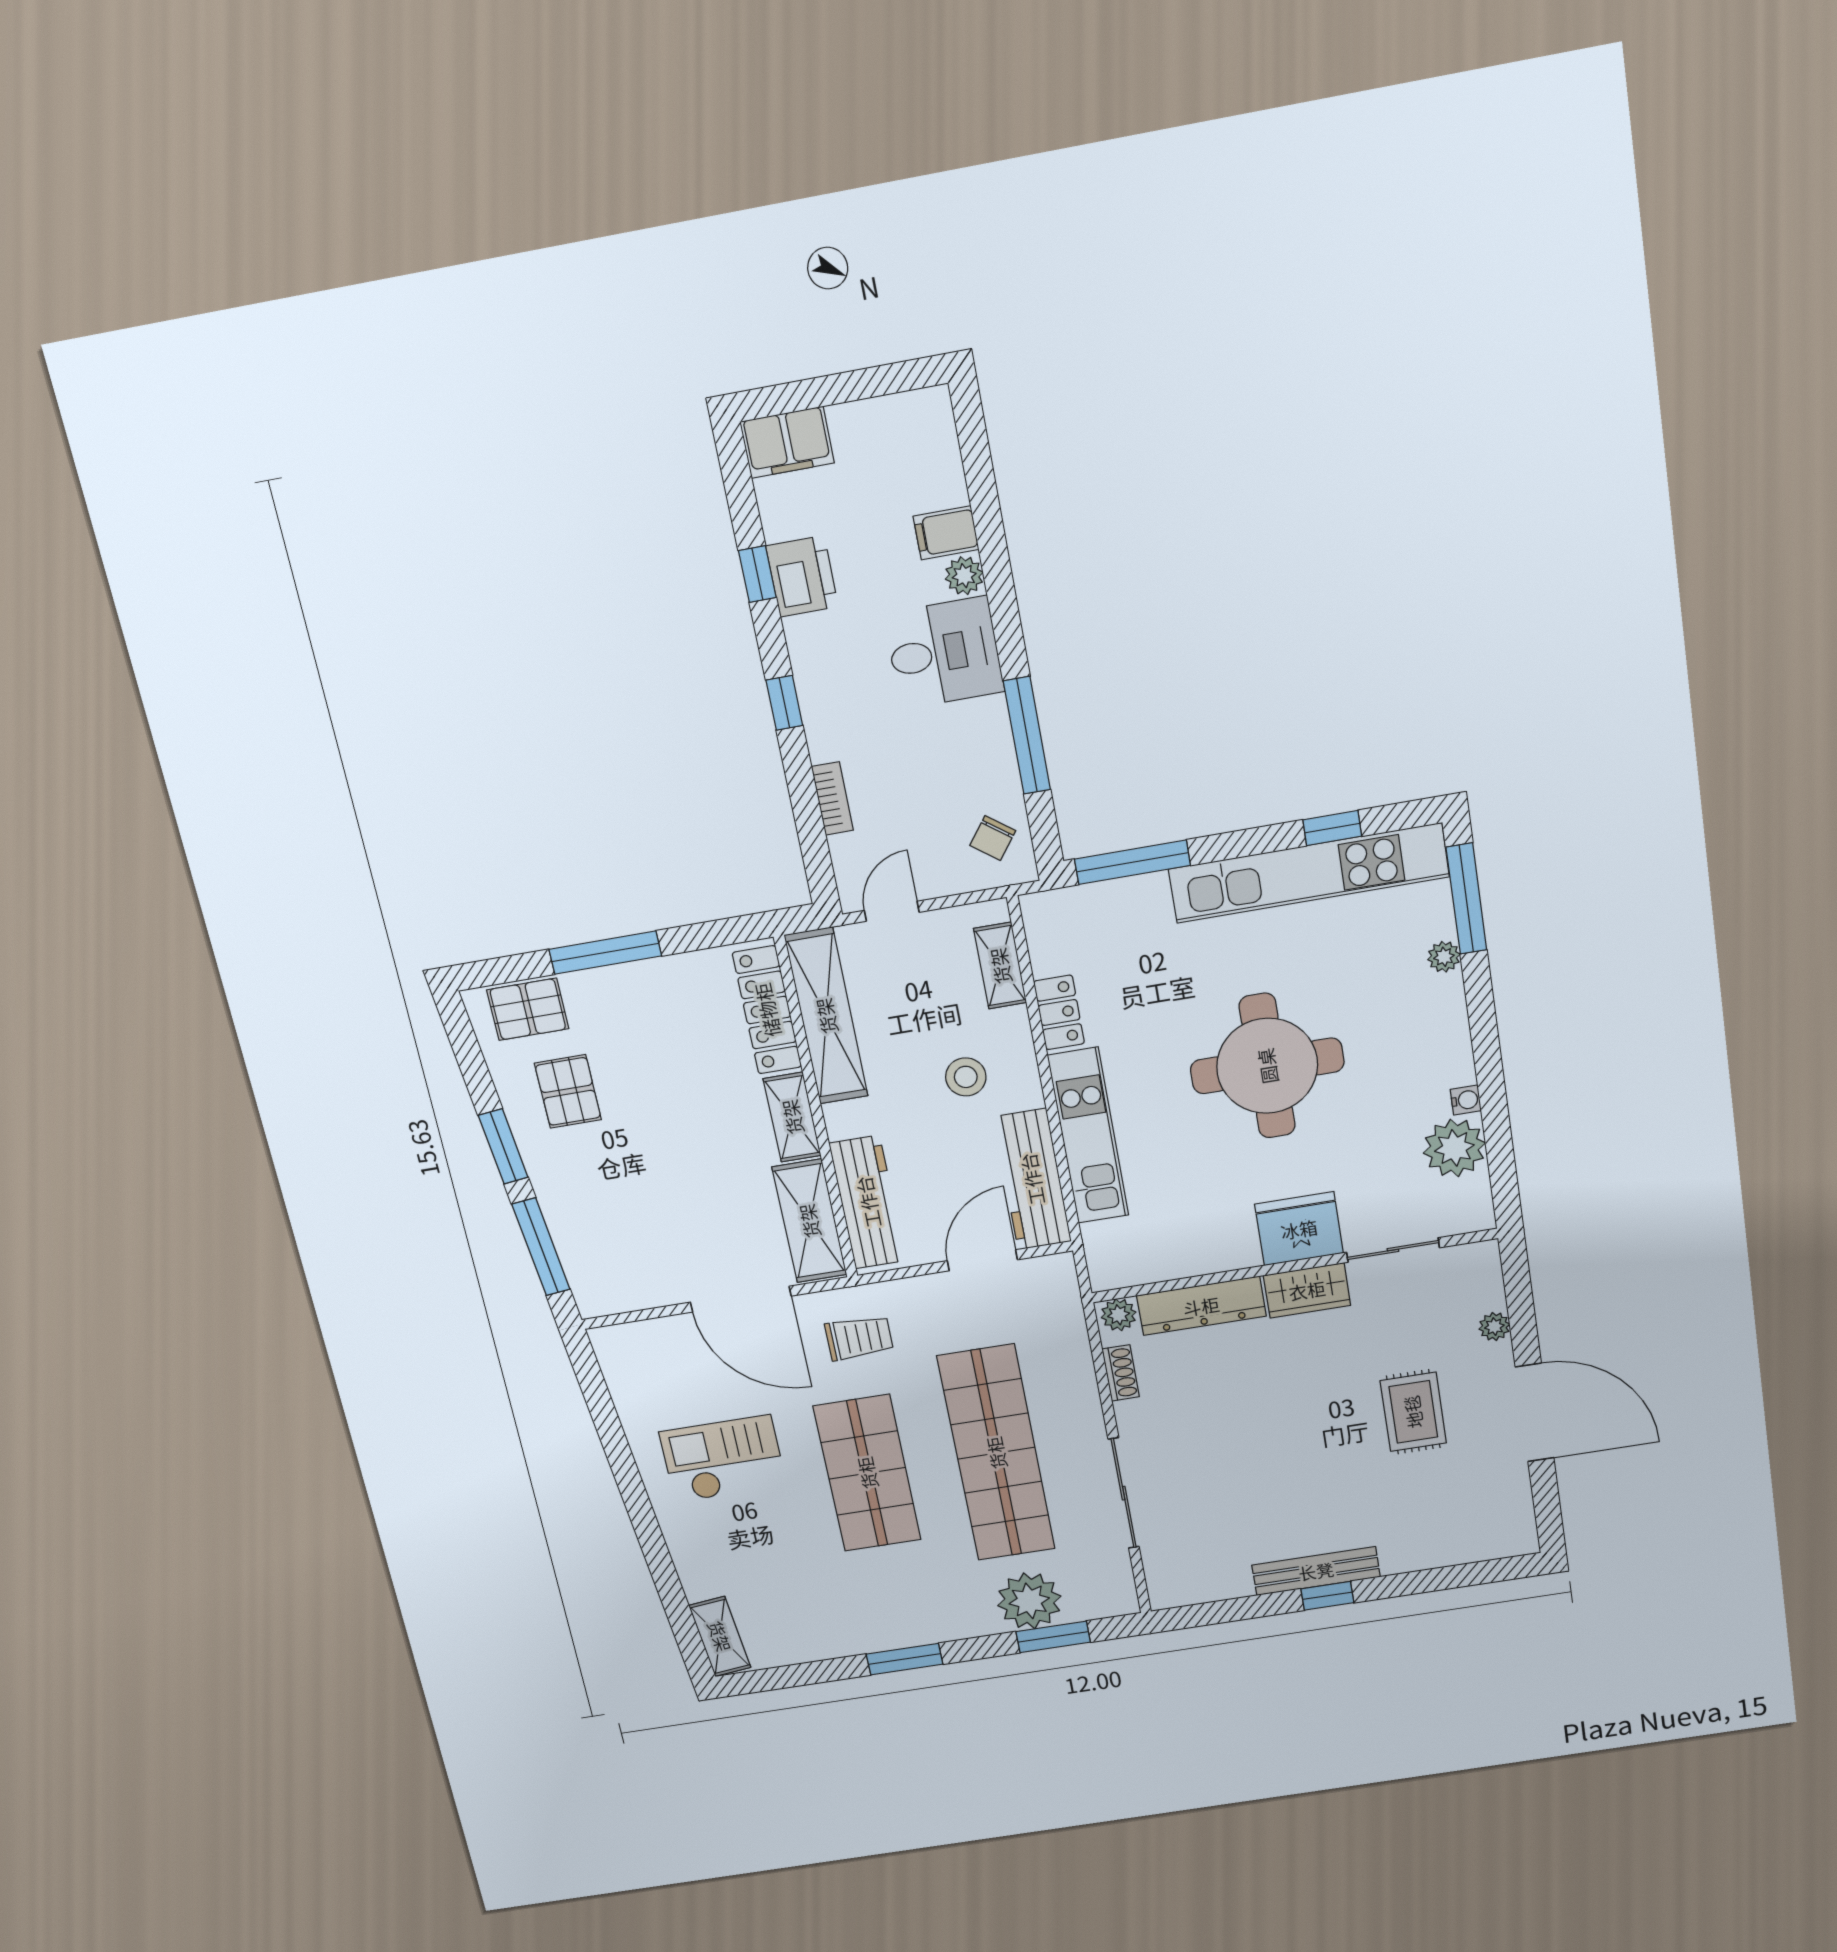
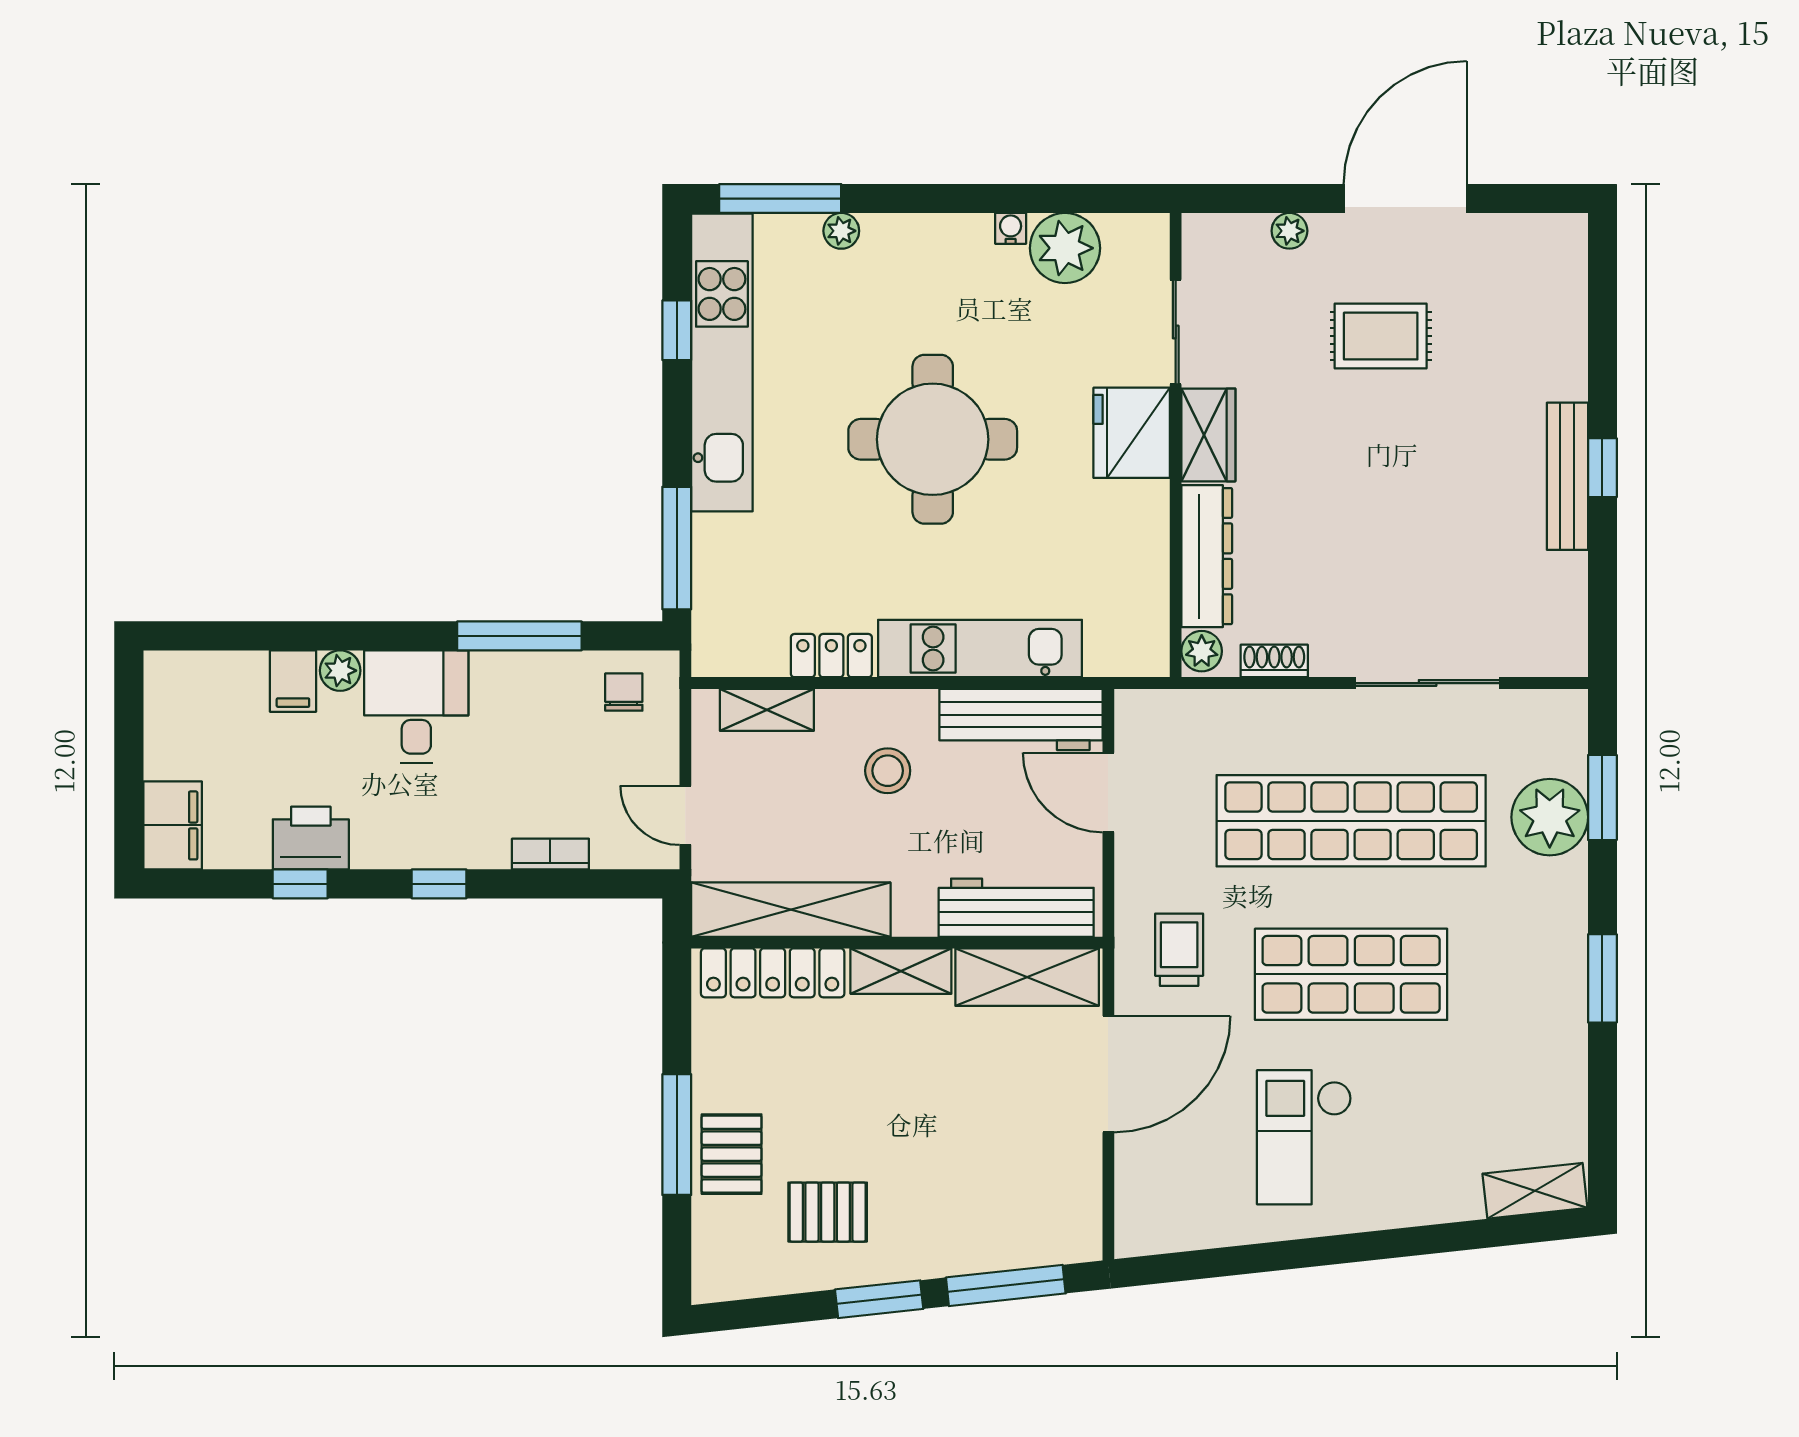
chair: (993, 838) -> (624, 692), turned -127
pallet: (528, 1009) -> (732, 1154), moved

